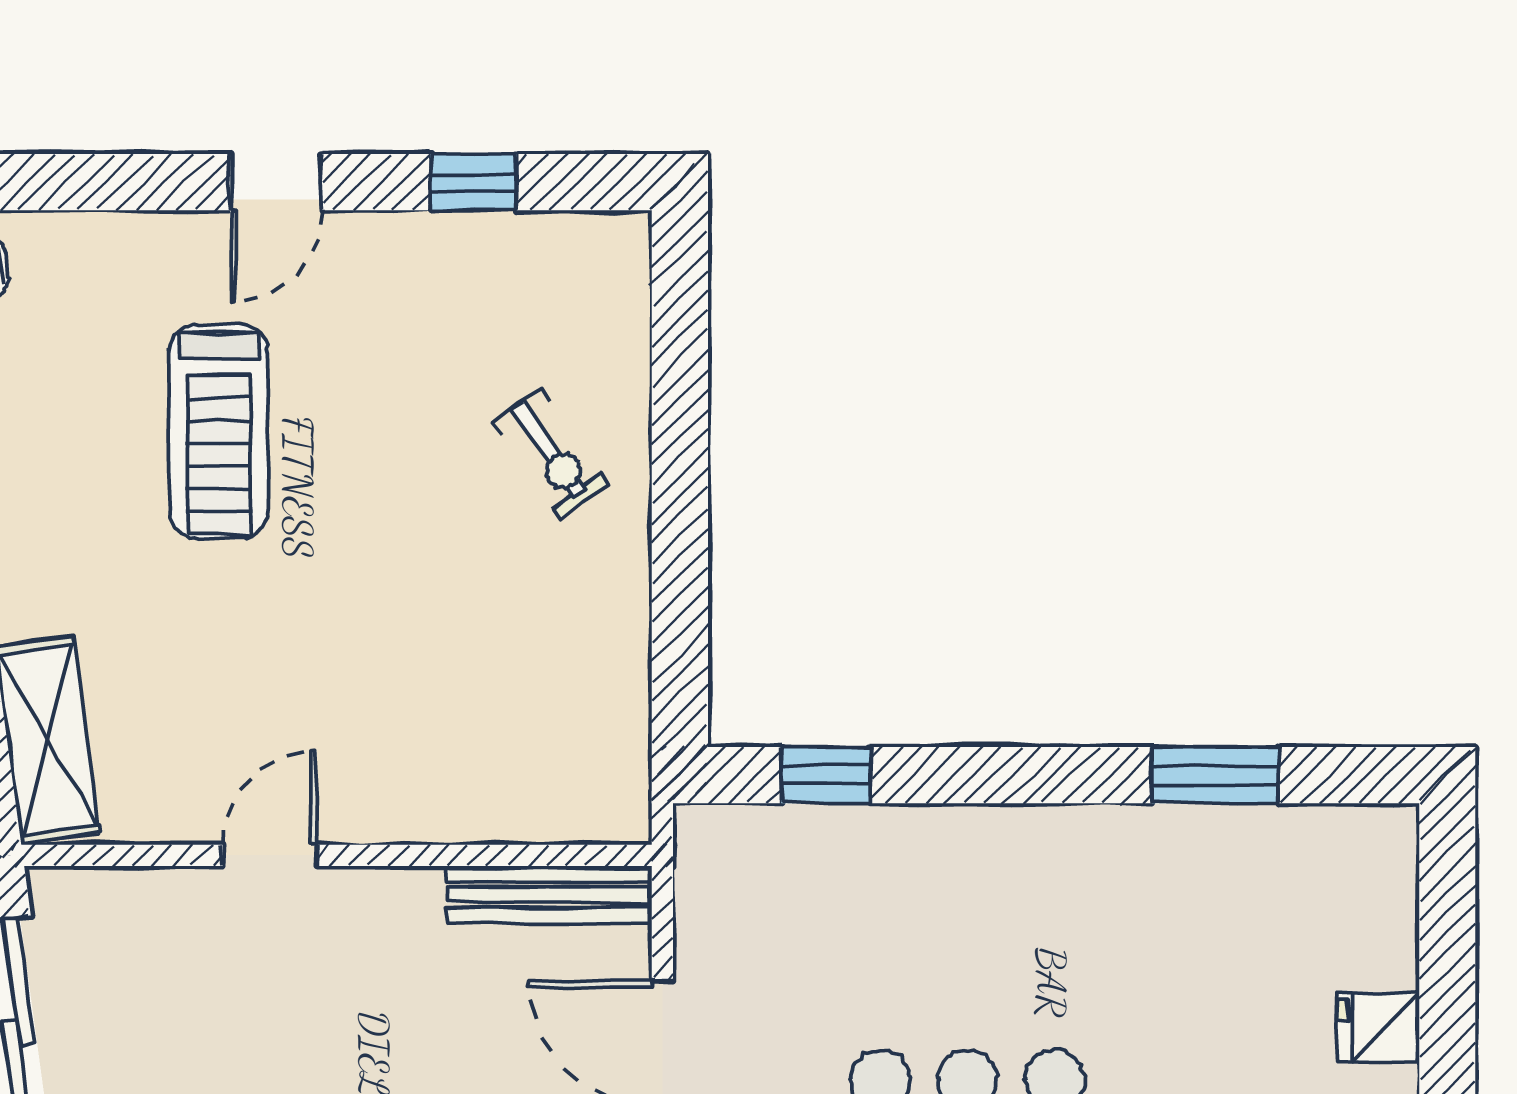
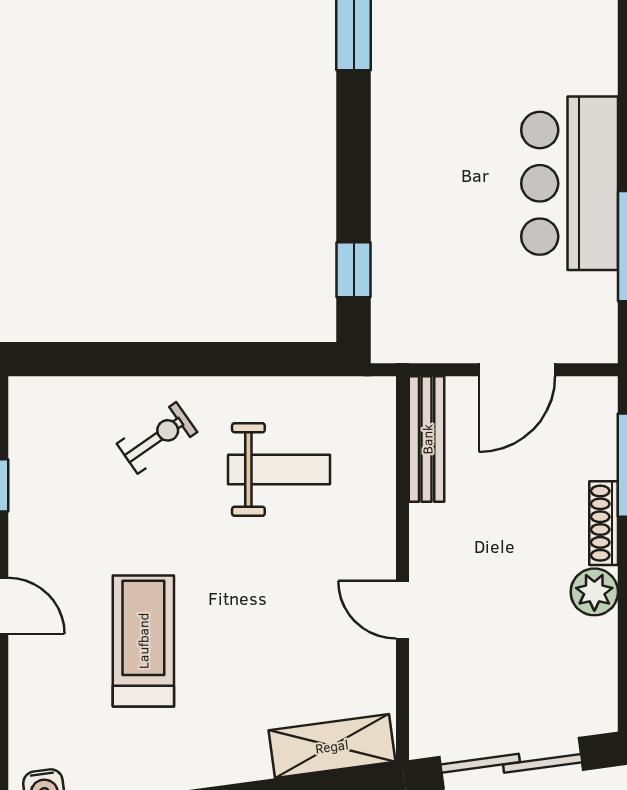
treadmill: (219, 431) -> (143, 641), turned -90
weight bench: (499, 653) -> (279, 469), added

